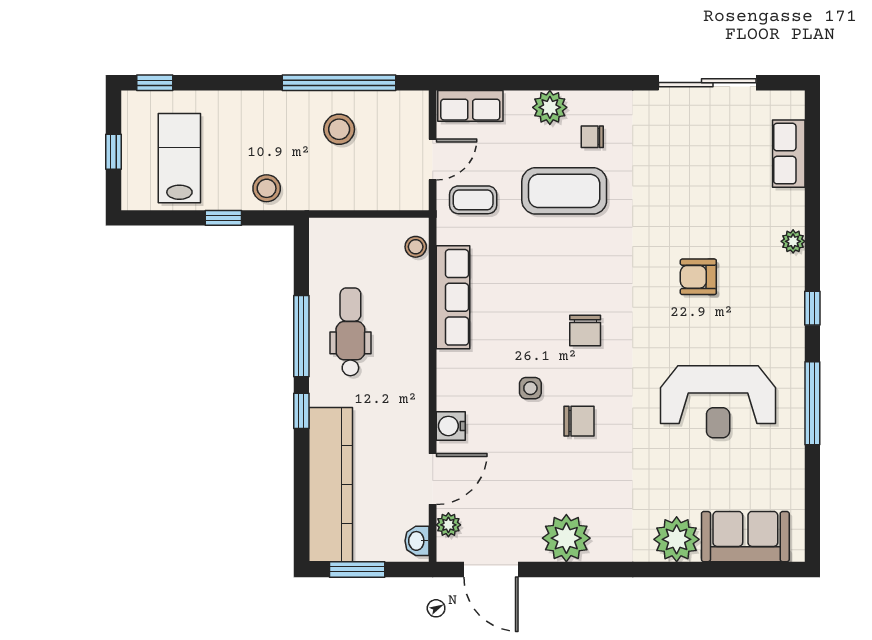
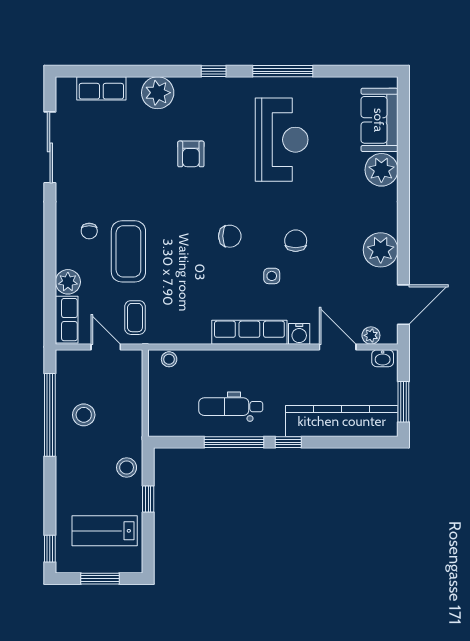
plant: (550, 107) -> (68, 282), moved
window: (113, 152) -> (100, 579), width x1.50
plant: (793, 241) -> (158, 93), width x1.88, depth x1.88
row of seats: (453, 297) -> (249, 332), moved

